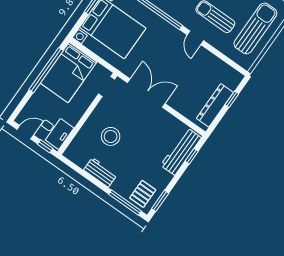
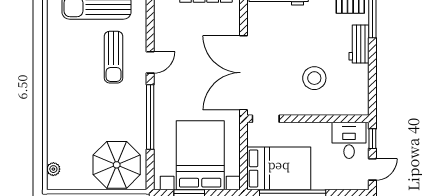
double door: (146, 93) -> (243, 73), width x1.36
door: (25, 132) -> (372, 169), swing flipped
workbench: (100, 172) -> (359, 44), moved

